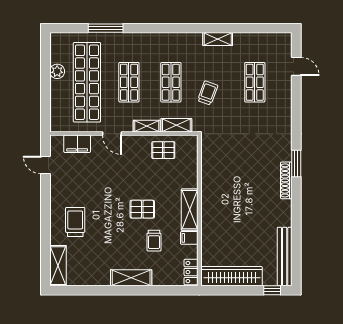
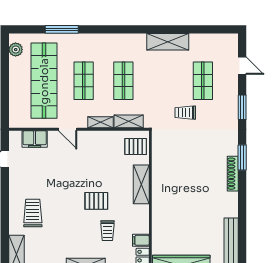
shelving: (218, 39) -> (168, 42), width x1.50, depth x1.33
plant: (57, 71) -> (16, 50), moved
trolley: (208, 93) -> (185, 113), moved, turned -110
window: (296, 110) -> (242, 107), added
pallet: (163, 150) -> (136, 147), moved
shelving: (190, 210) -> (141, 184), moved
filing cabinet: (189, 238) -> (141, 240), moved

